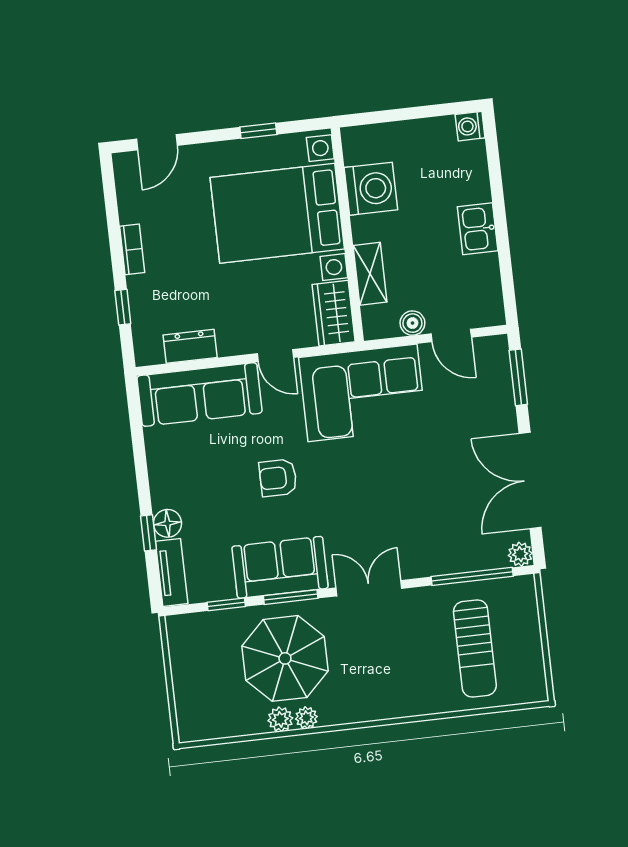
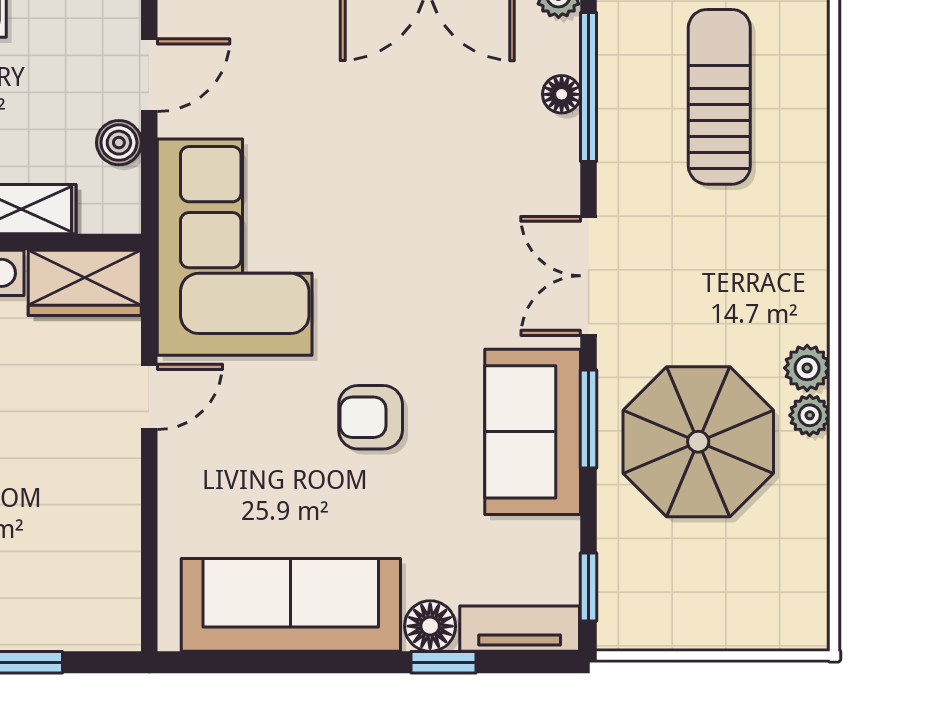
dresser: (190, 346) -> (115, 549), removed
sofa: (199, 394) -> (291, 605), moved, turned -90
armchair: (278, 478) -> (371, 417), turned 90
floor lamp: (466, 562) -> (562, 94), added
window: (226, 604) -> (589, 587), moved
sun lounger: (475, 648) -> (719, 97), turned -90
plant: (280, 719) -> (807, 368), moved

